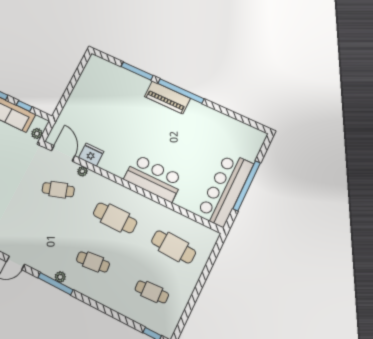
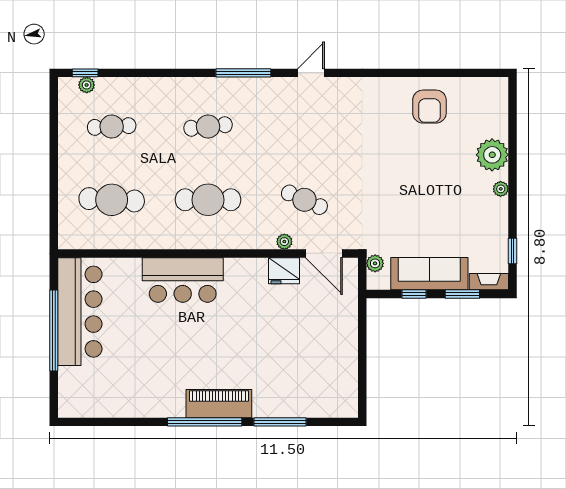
cafe table: (58, 190) -> (304, 200), turned 42
plant: (60, 277) -> (87, 85), moved

